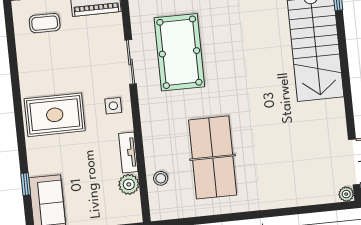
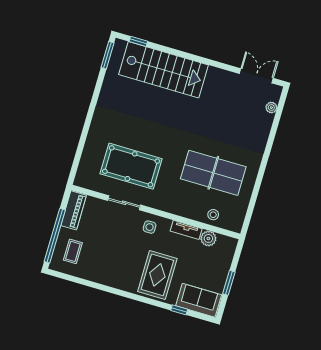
rug: (55, 115) -> (157, 275), moved
plant: (346, 194) -> (271, 108), moved

